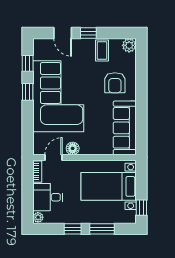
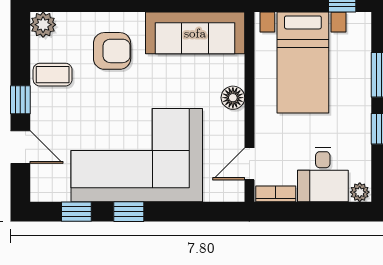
door: (63, 33) -> (20, 147), hinge flipped
floor lamp: (73, 148) -> (233, 98), moved
door: (54, 157) -> (249, 164), hinge flipped

